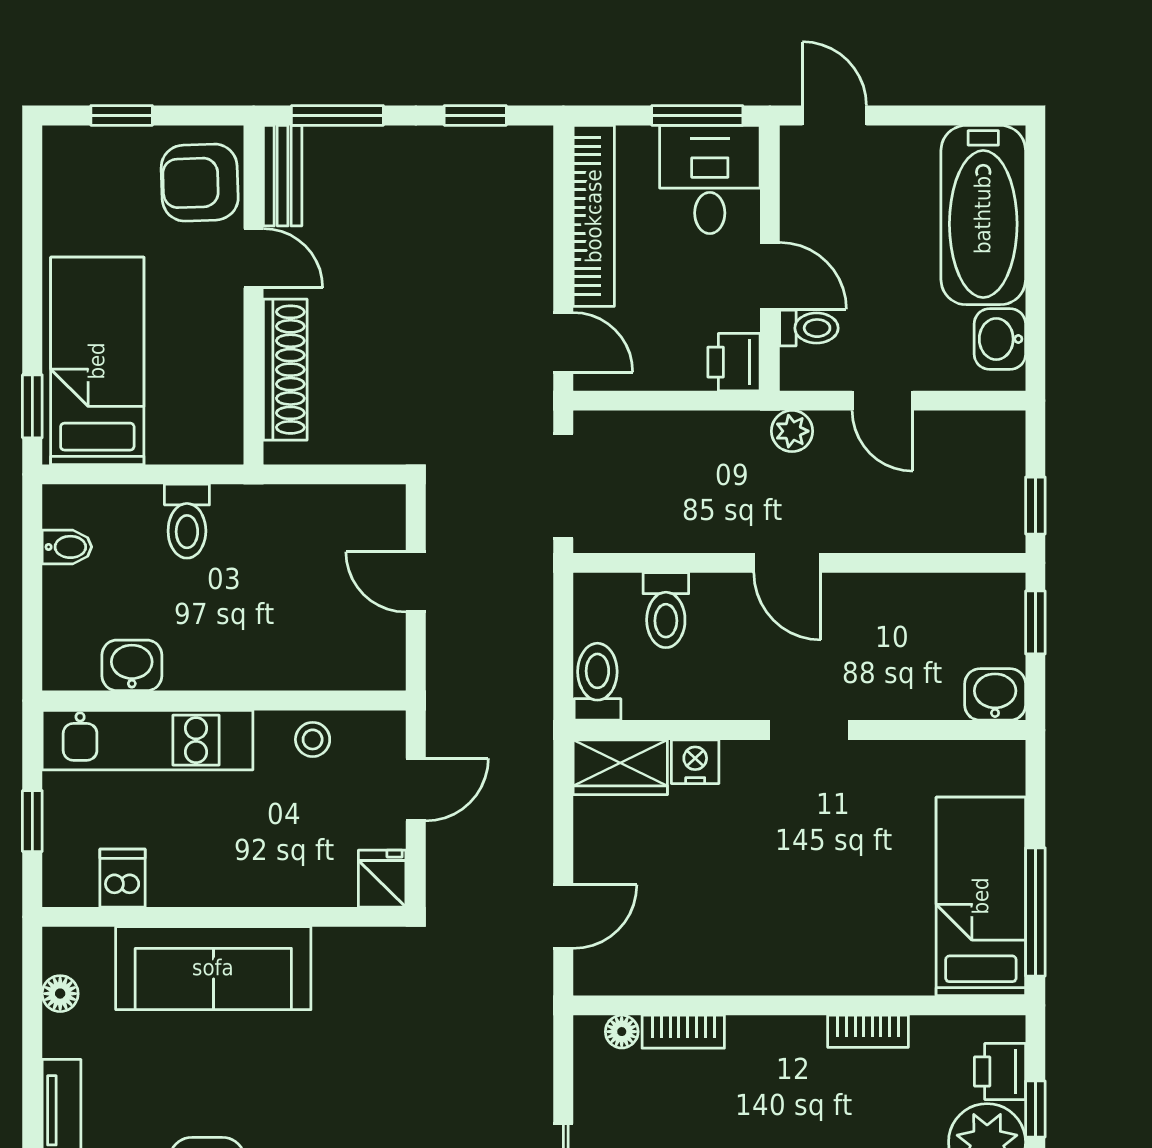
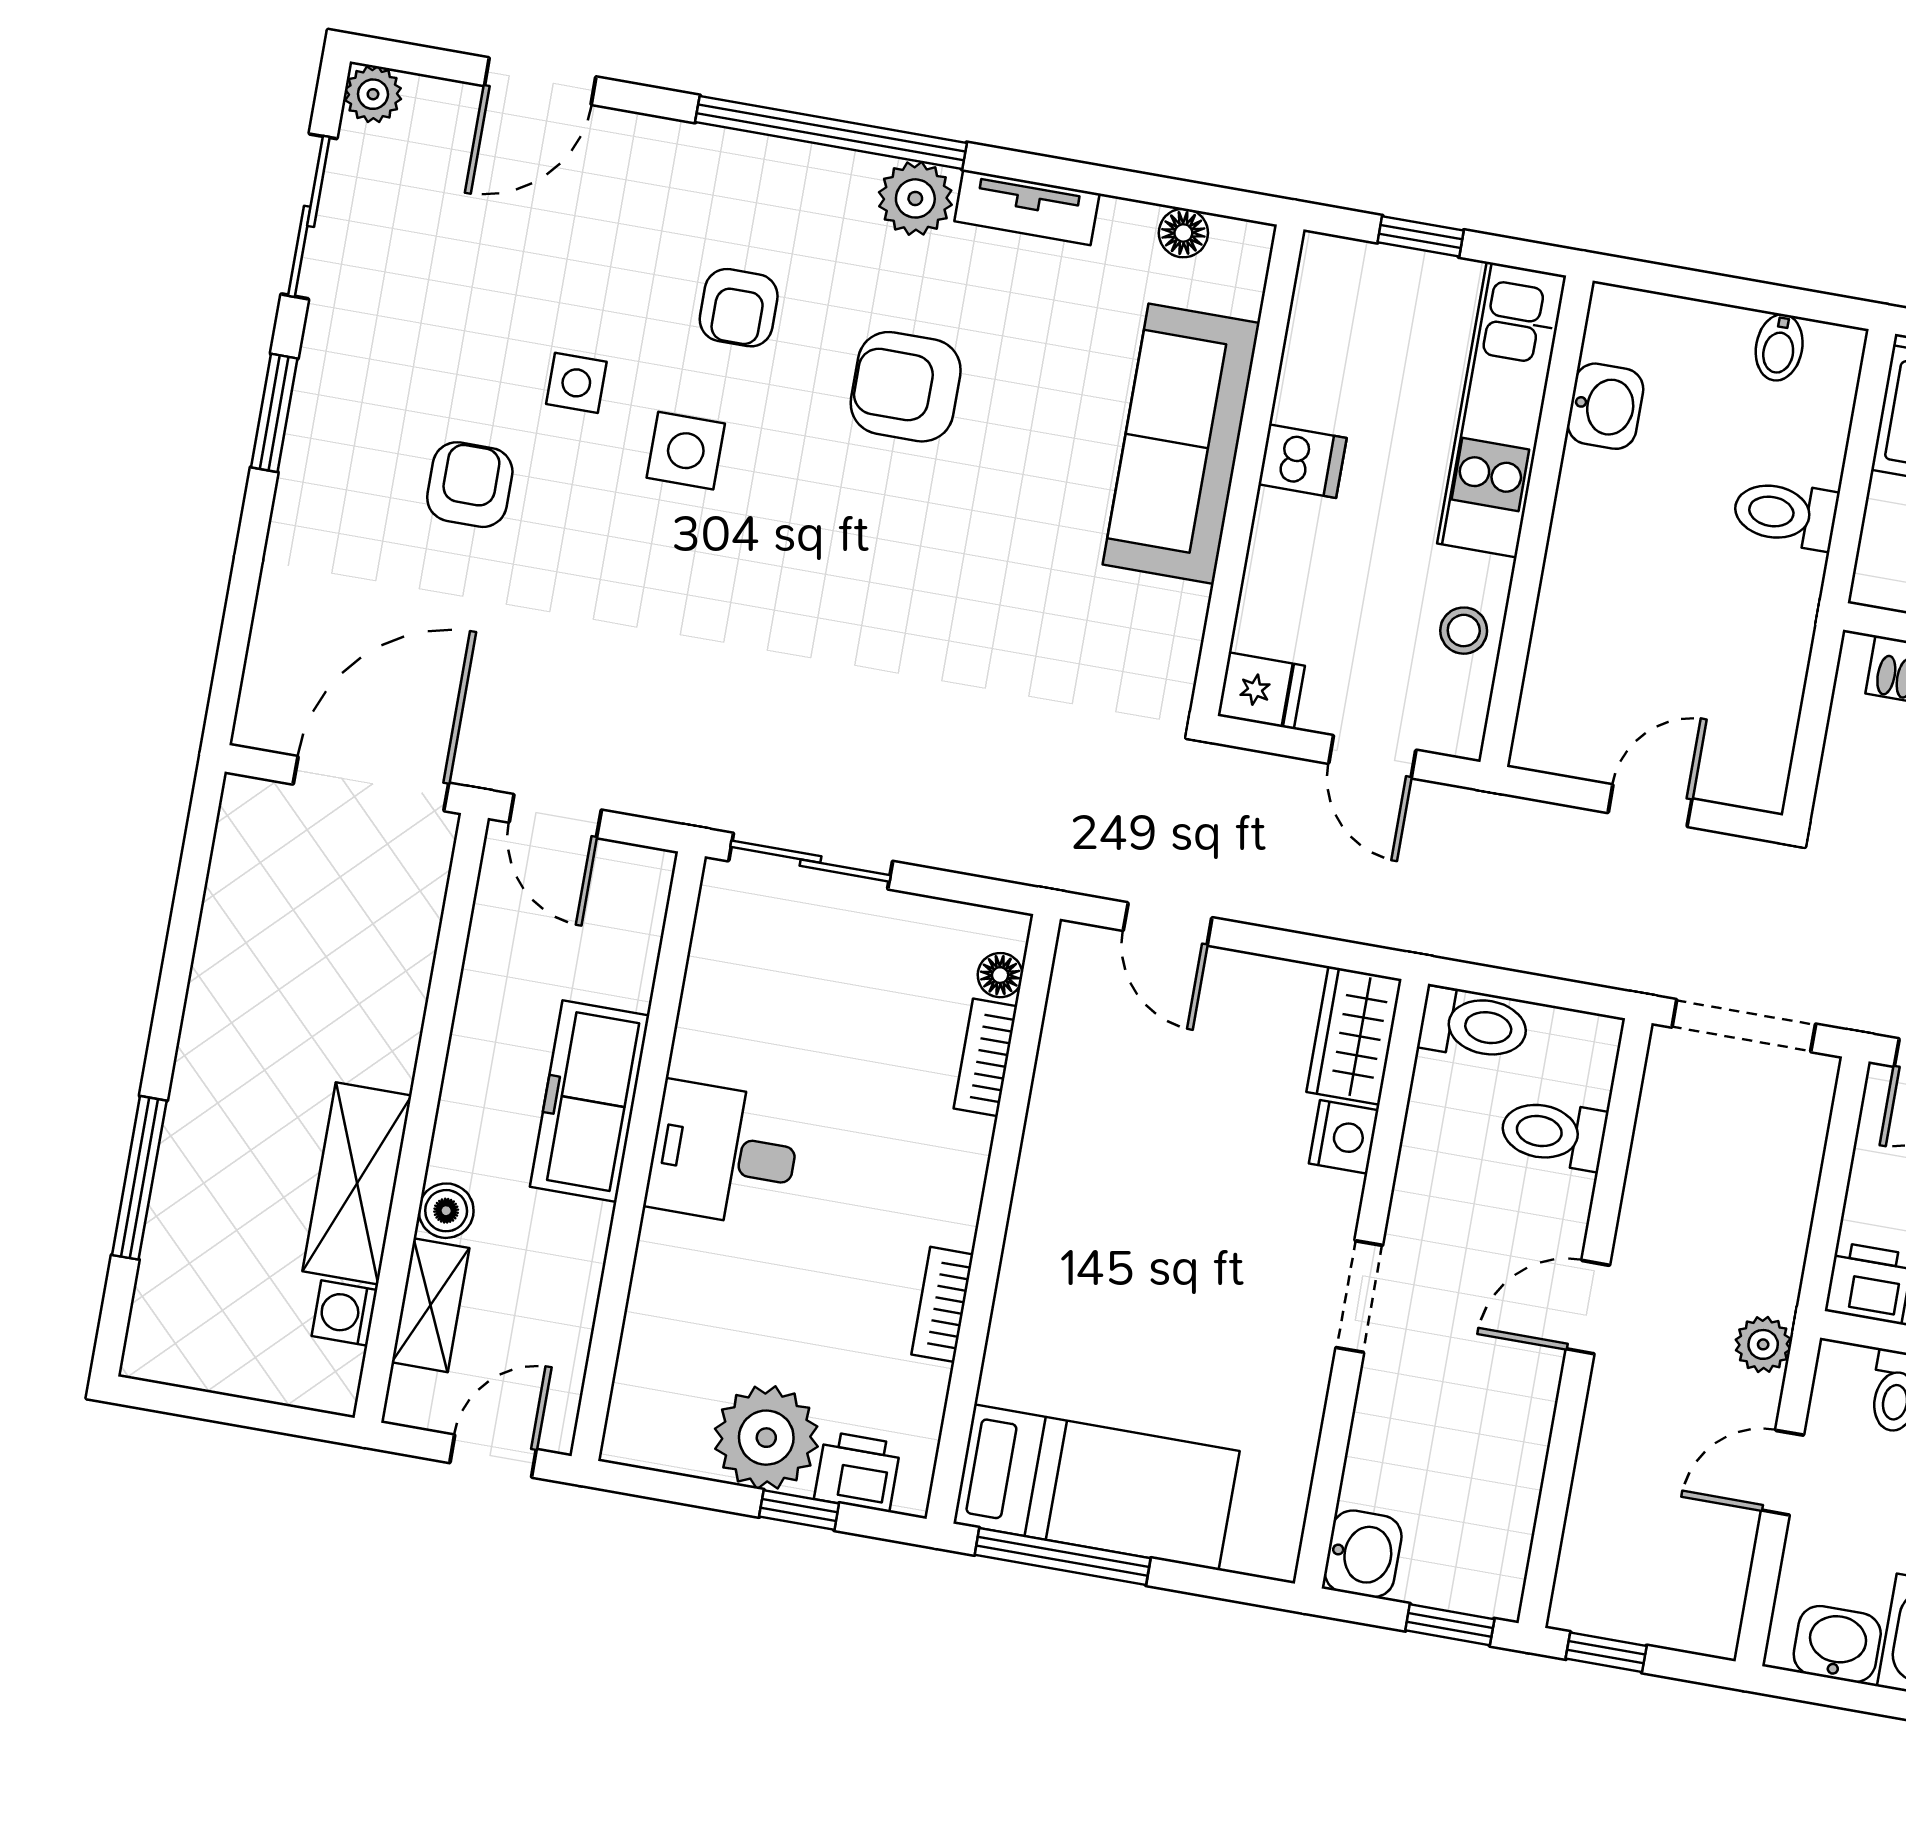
dishwasher: (123, 878) -> (1302, 461), moved

